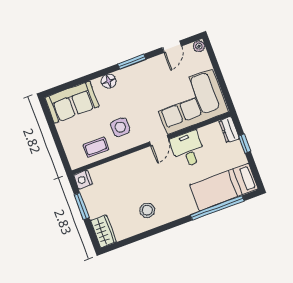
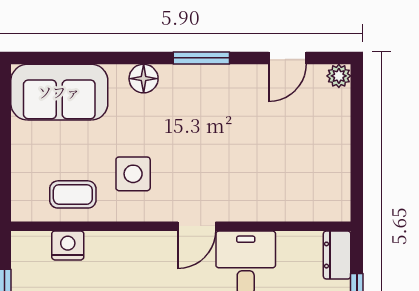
corner sofa: (190, 102) -> (283, 175), removed
nightstand: (83, 180) -> (68, 245), moved, turned 90

